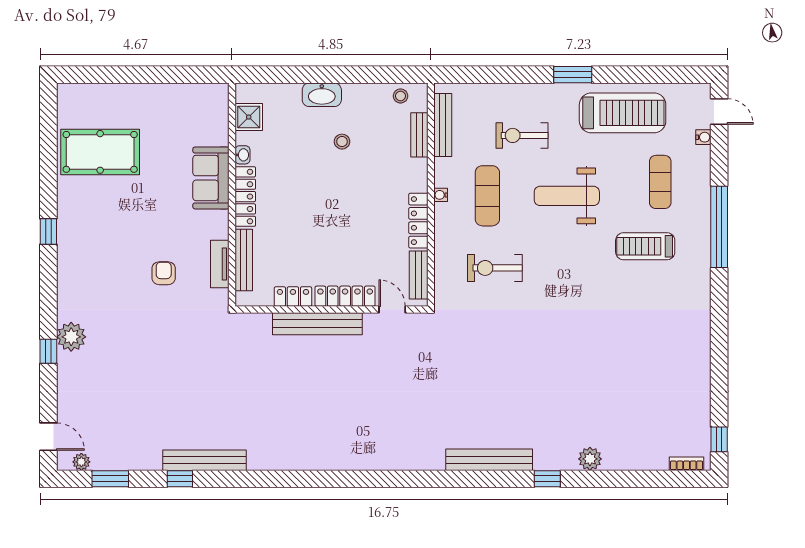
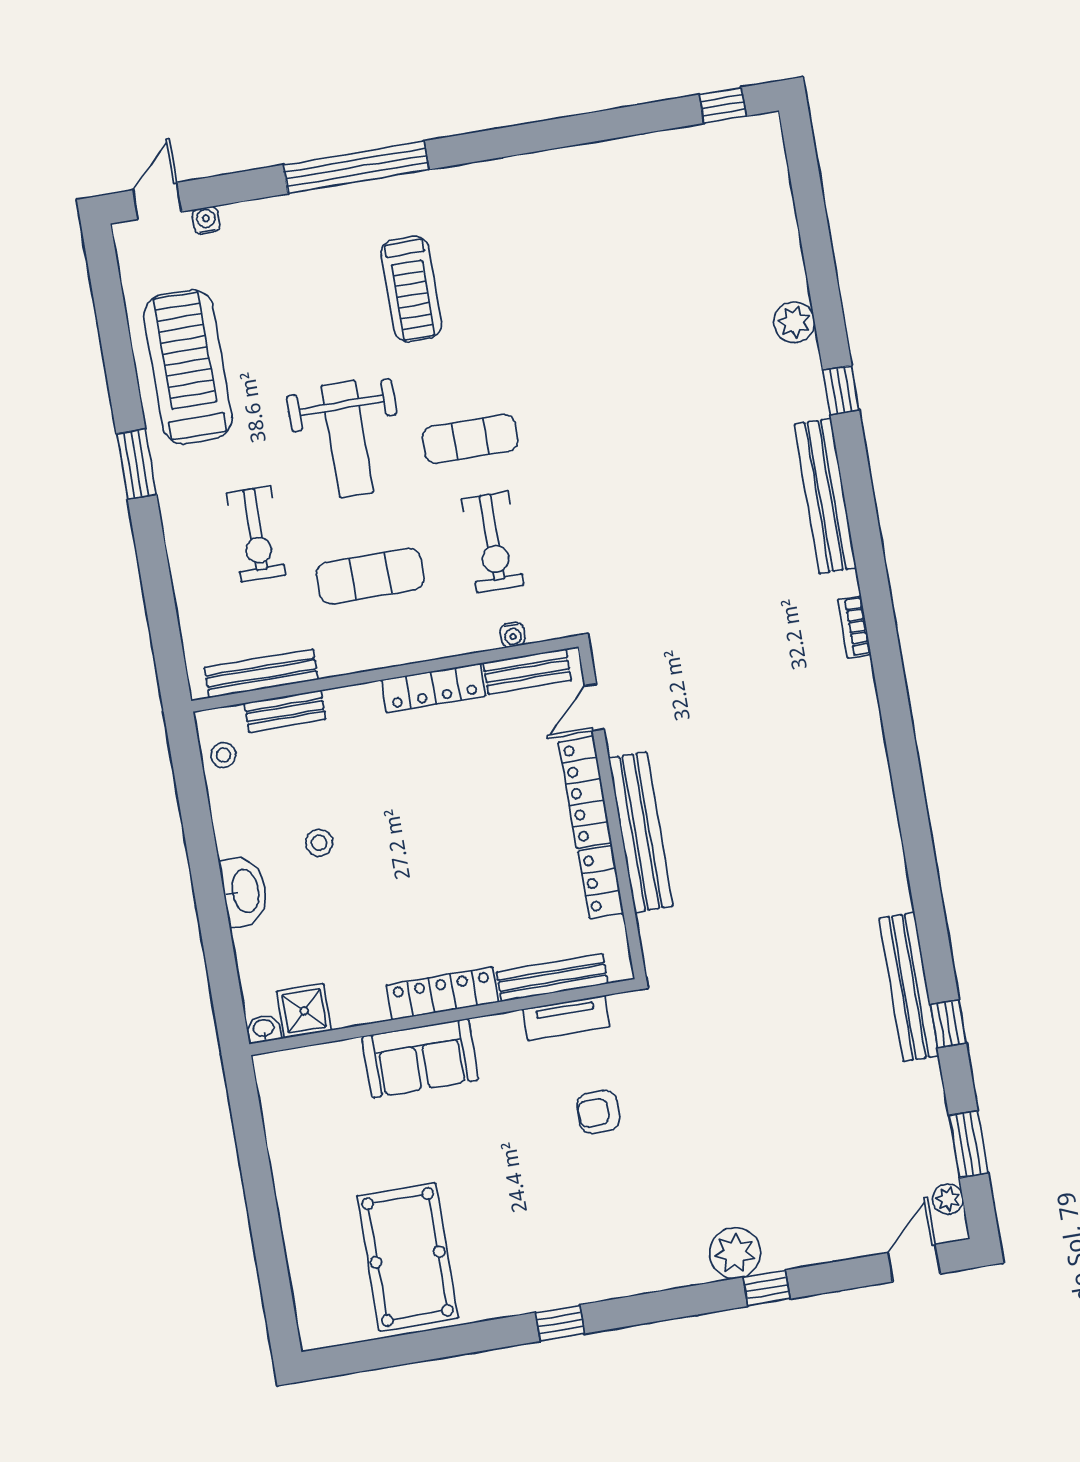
washbasin: (242, 155) -> (264, 1029), moved
exercise mat: (660, 182) -> (470, 439), moved
water cooler: (441, 195) -> (513, 635), moved
bookcase: (687, 464) -> (854, 627), moved

